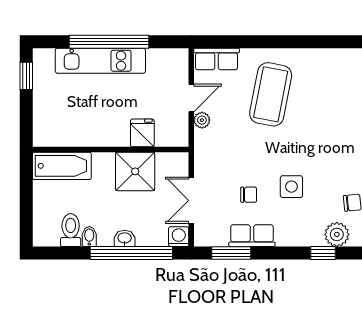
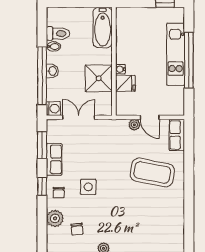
water cooler: (122, 140) -> (121, 69), added
chair: (249, 195) -> (59, 193), moved
window: (323, 253) -> (42, 186), moved

